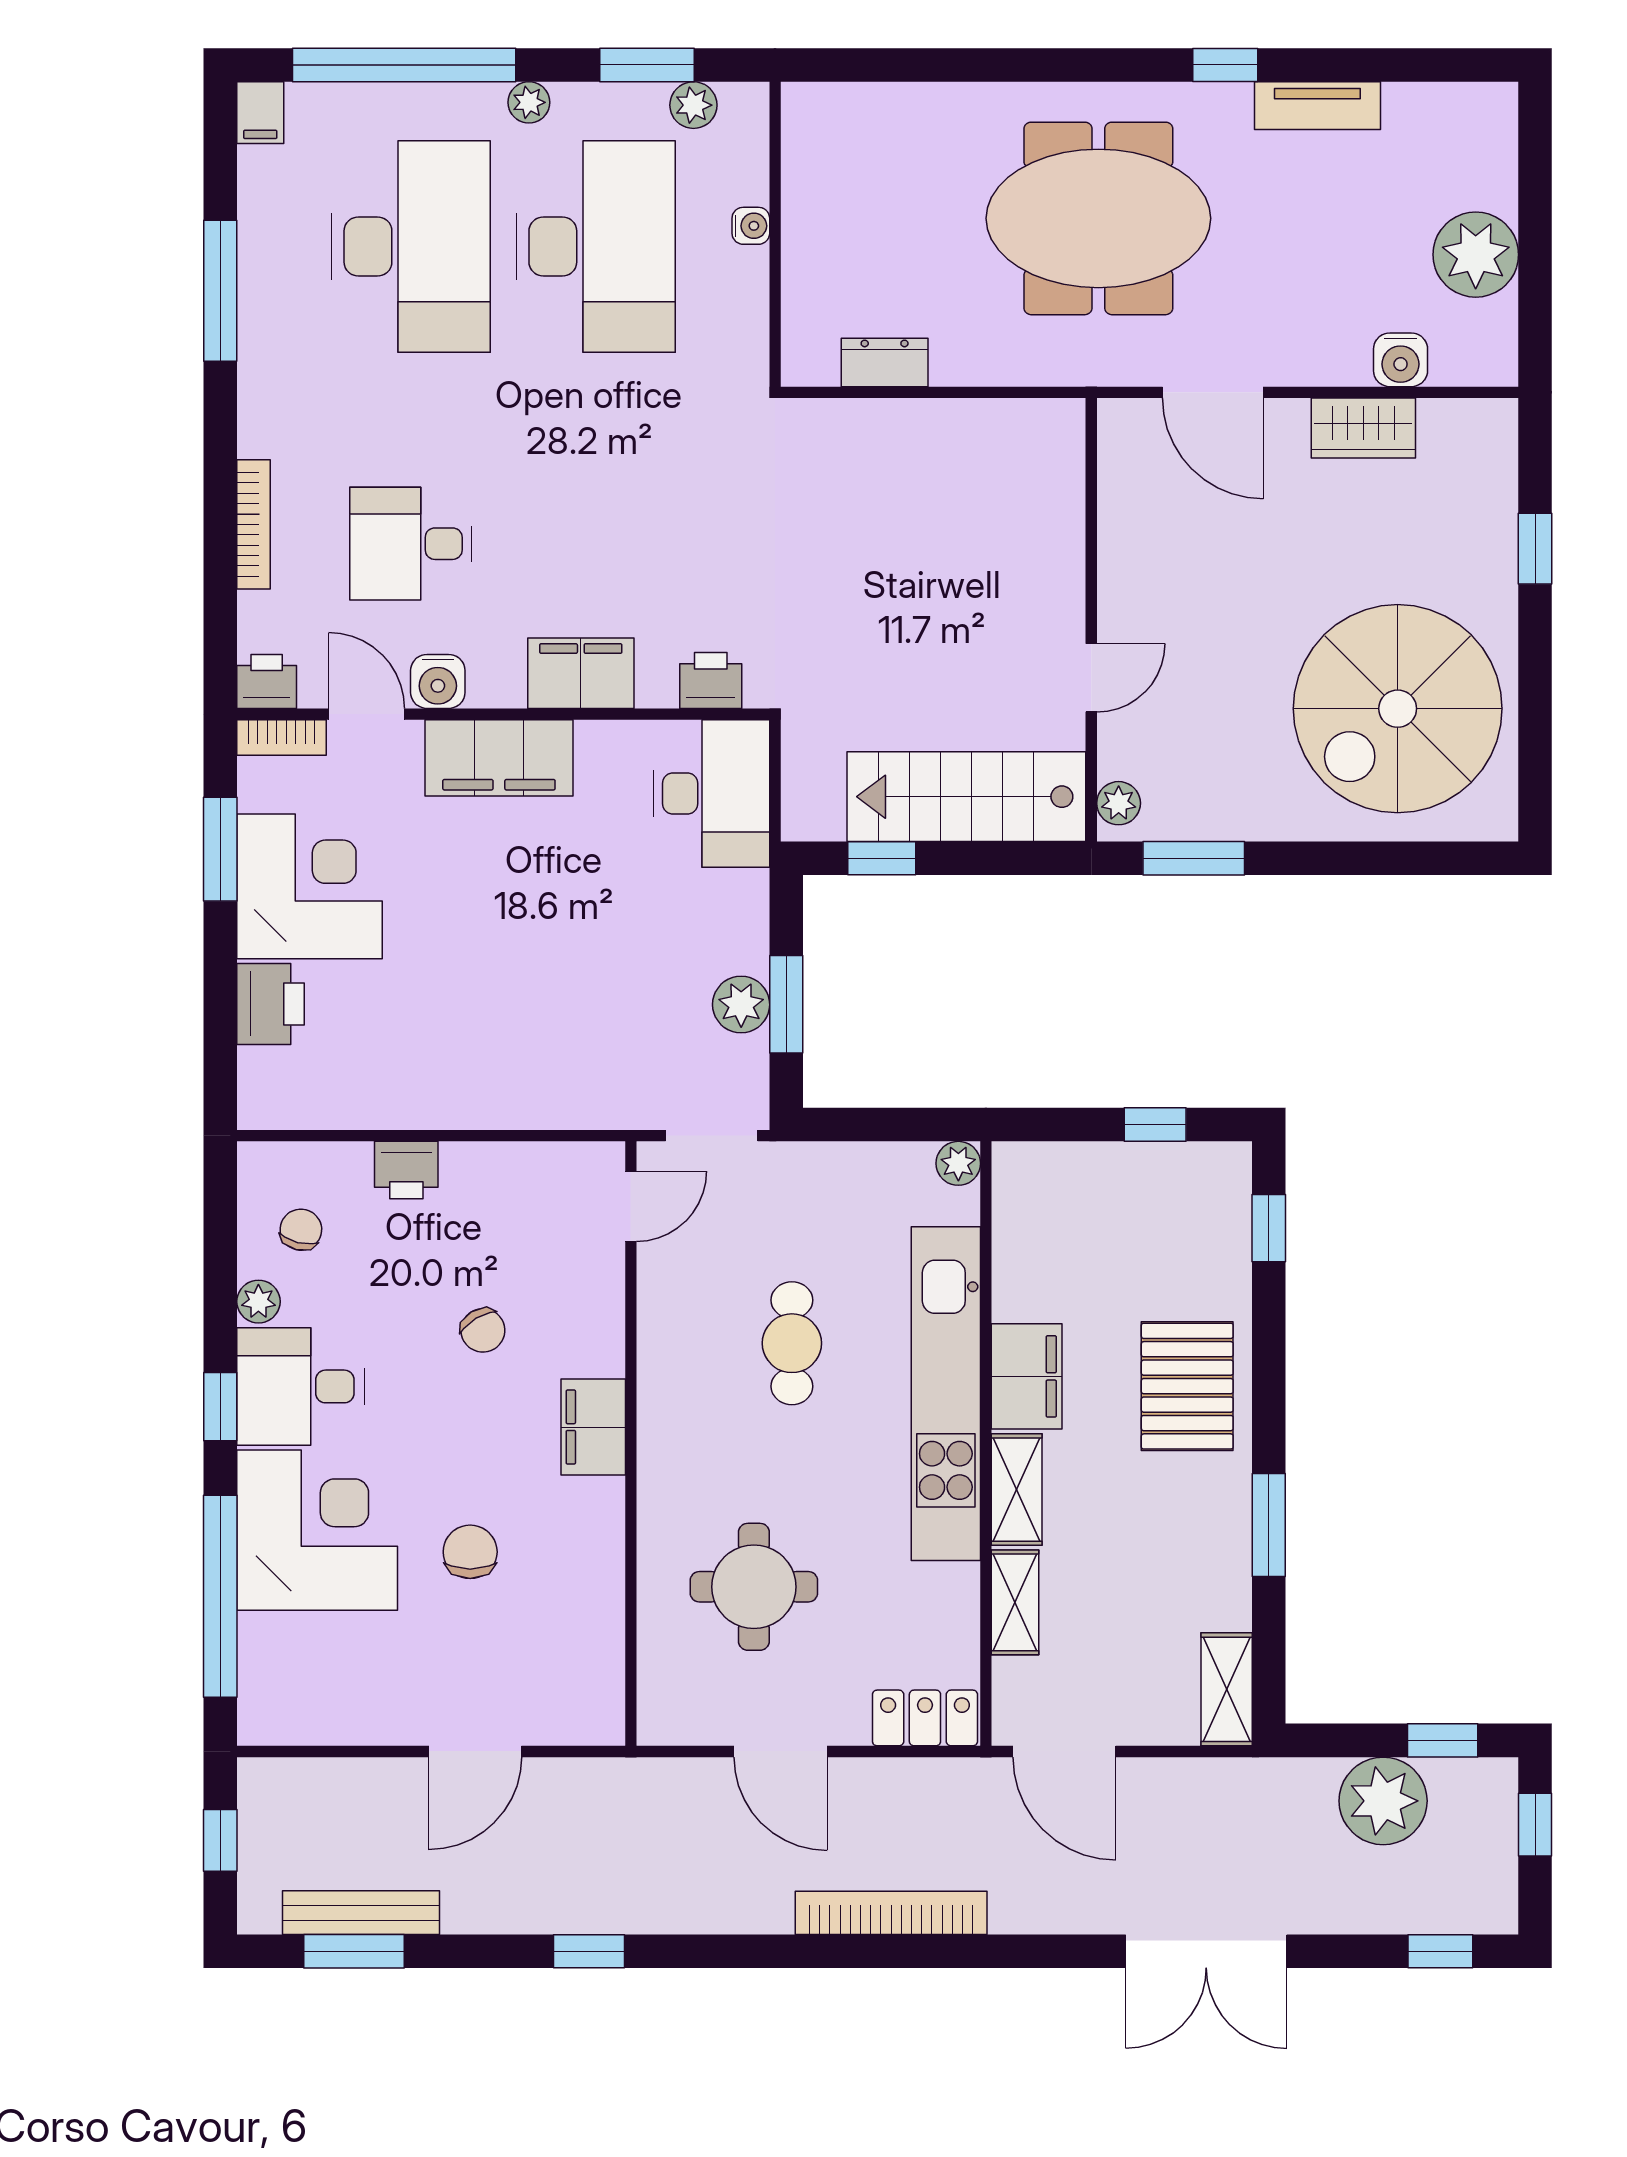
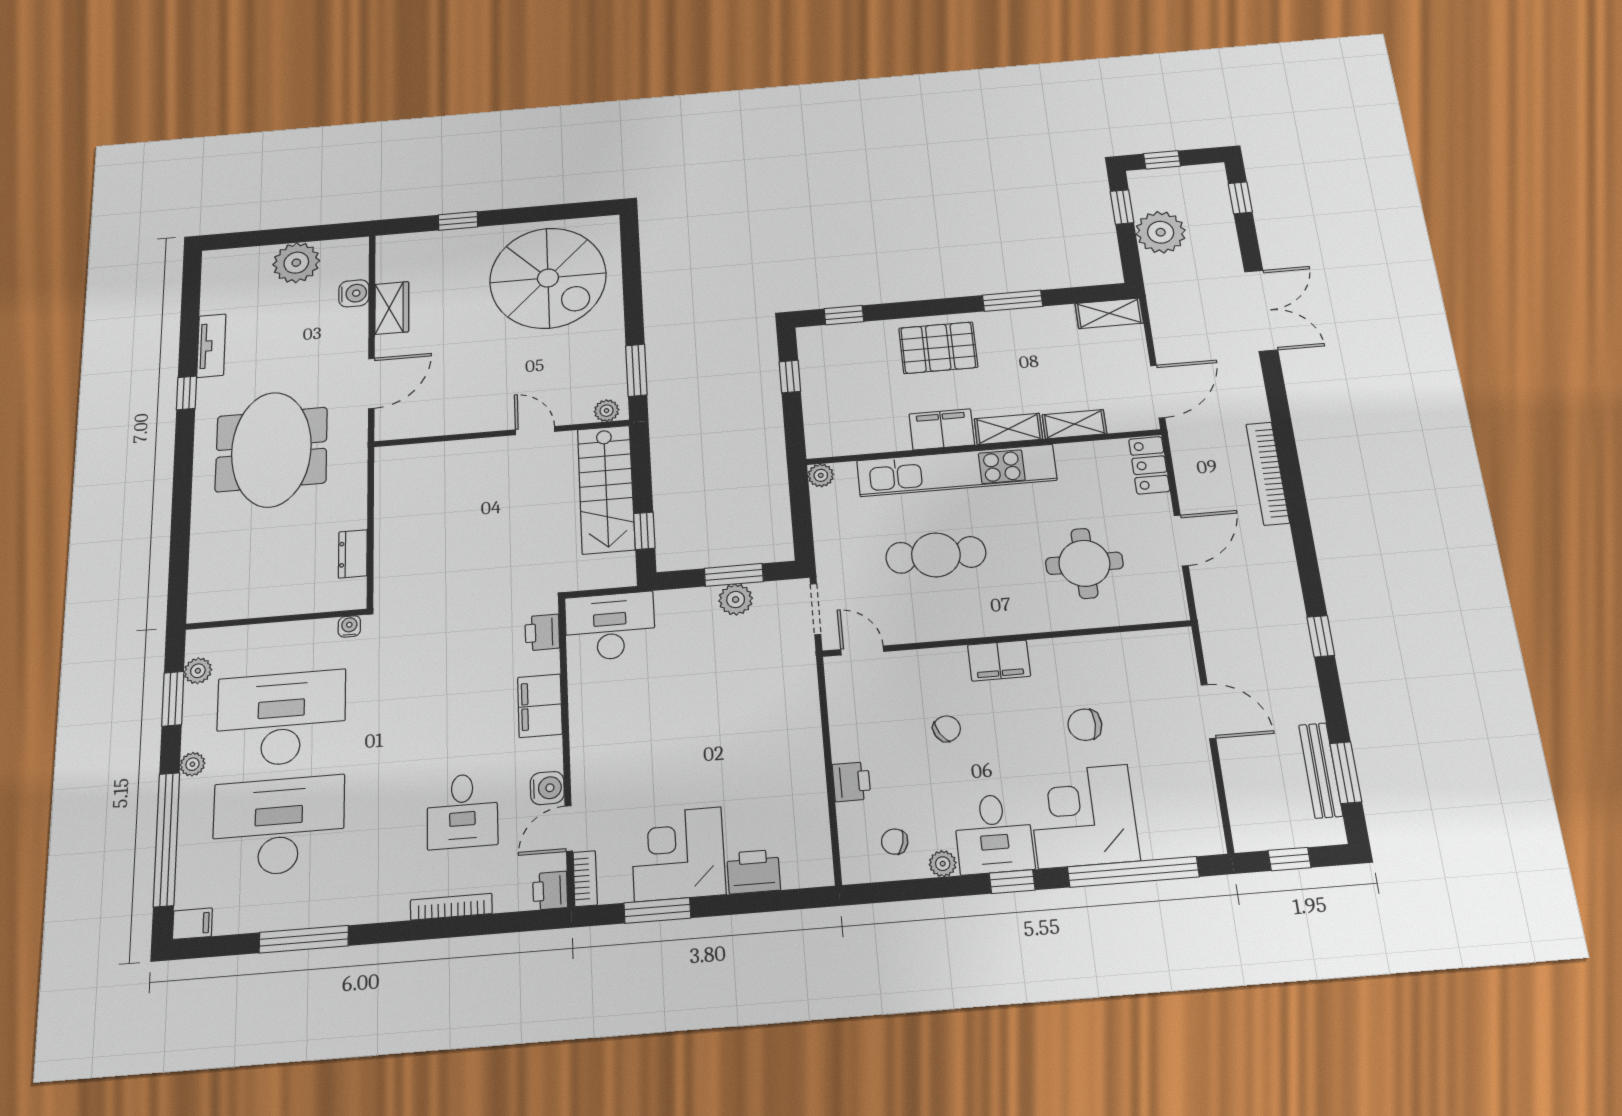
water cooler: (751, 226) -> (349, 626), moved
filing cabinet: (499, 758) -> (593, 748), removed
cafe table: (792, 1343) -> (936, 555), width x1.37, depth x1.35

